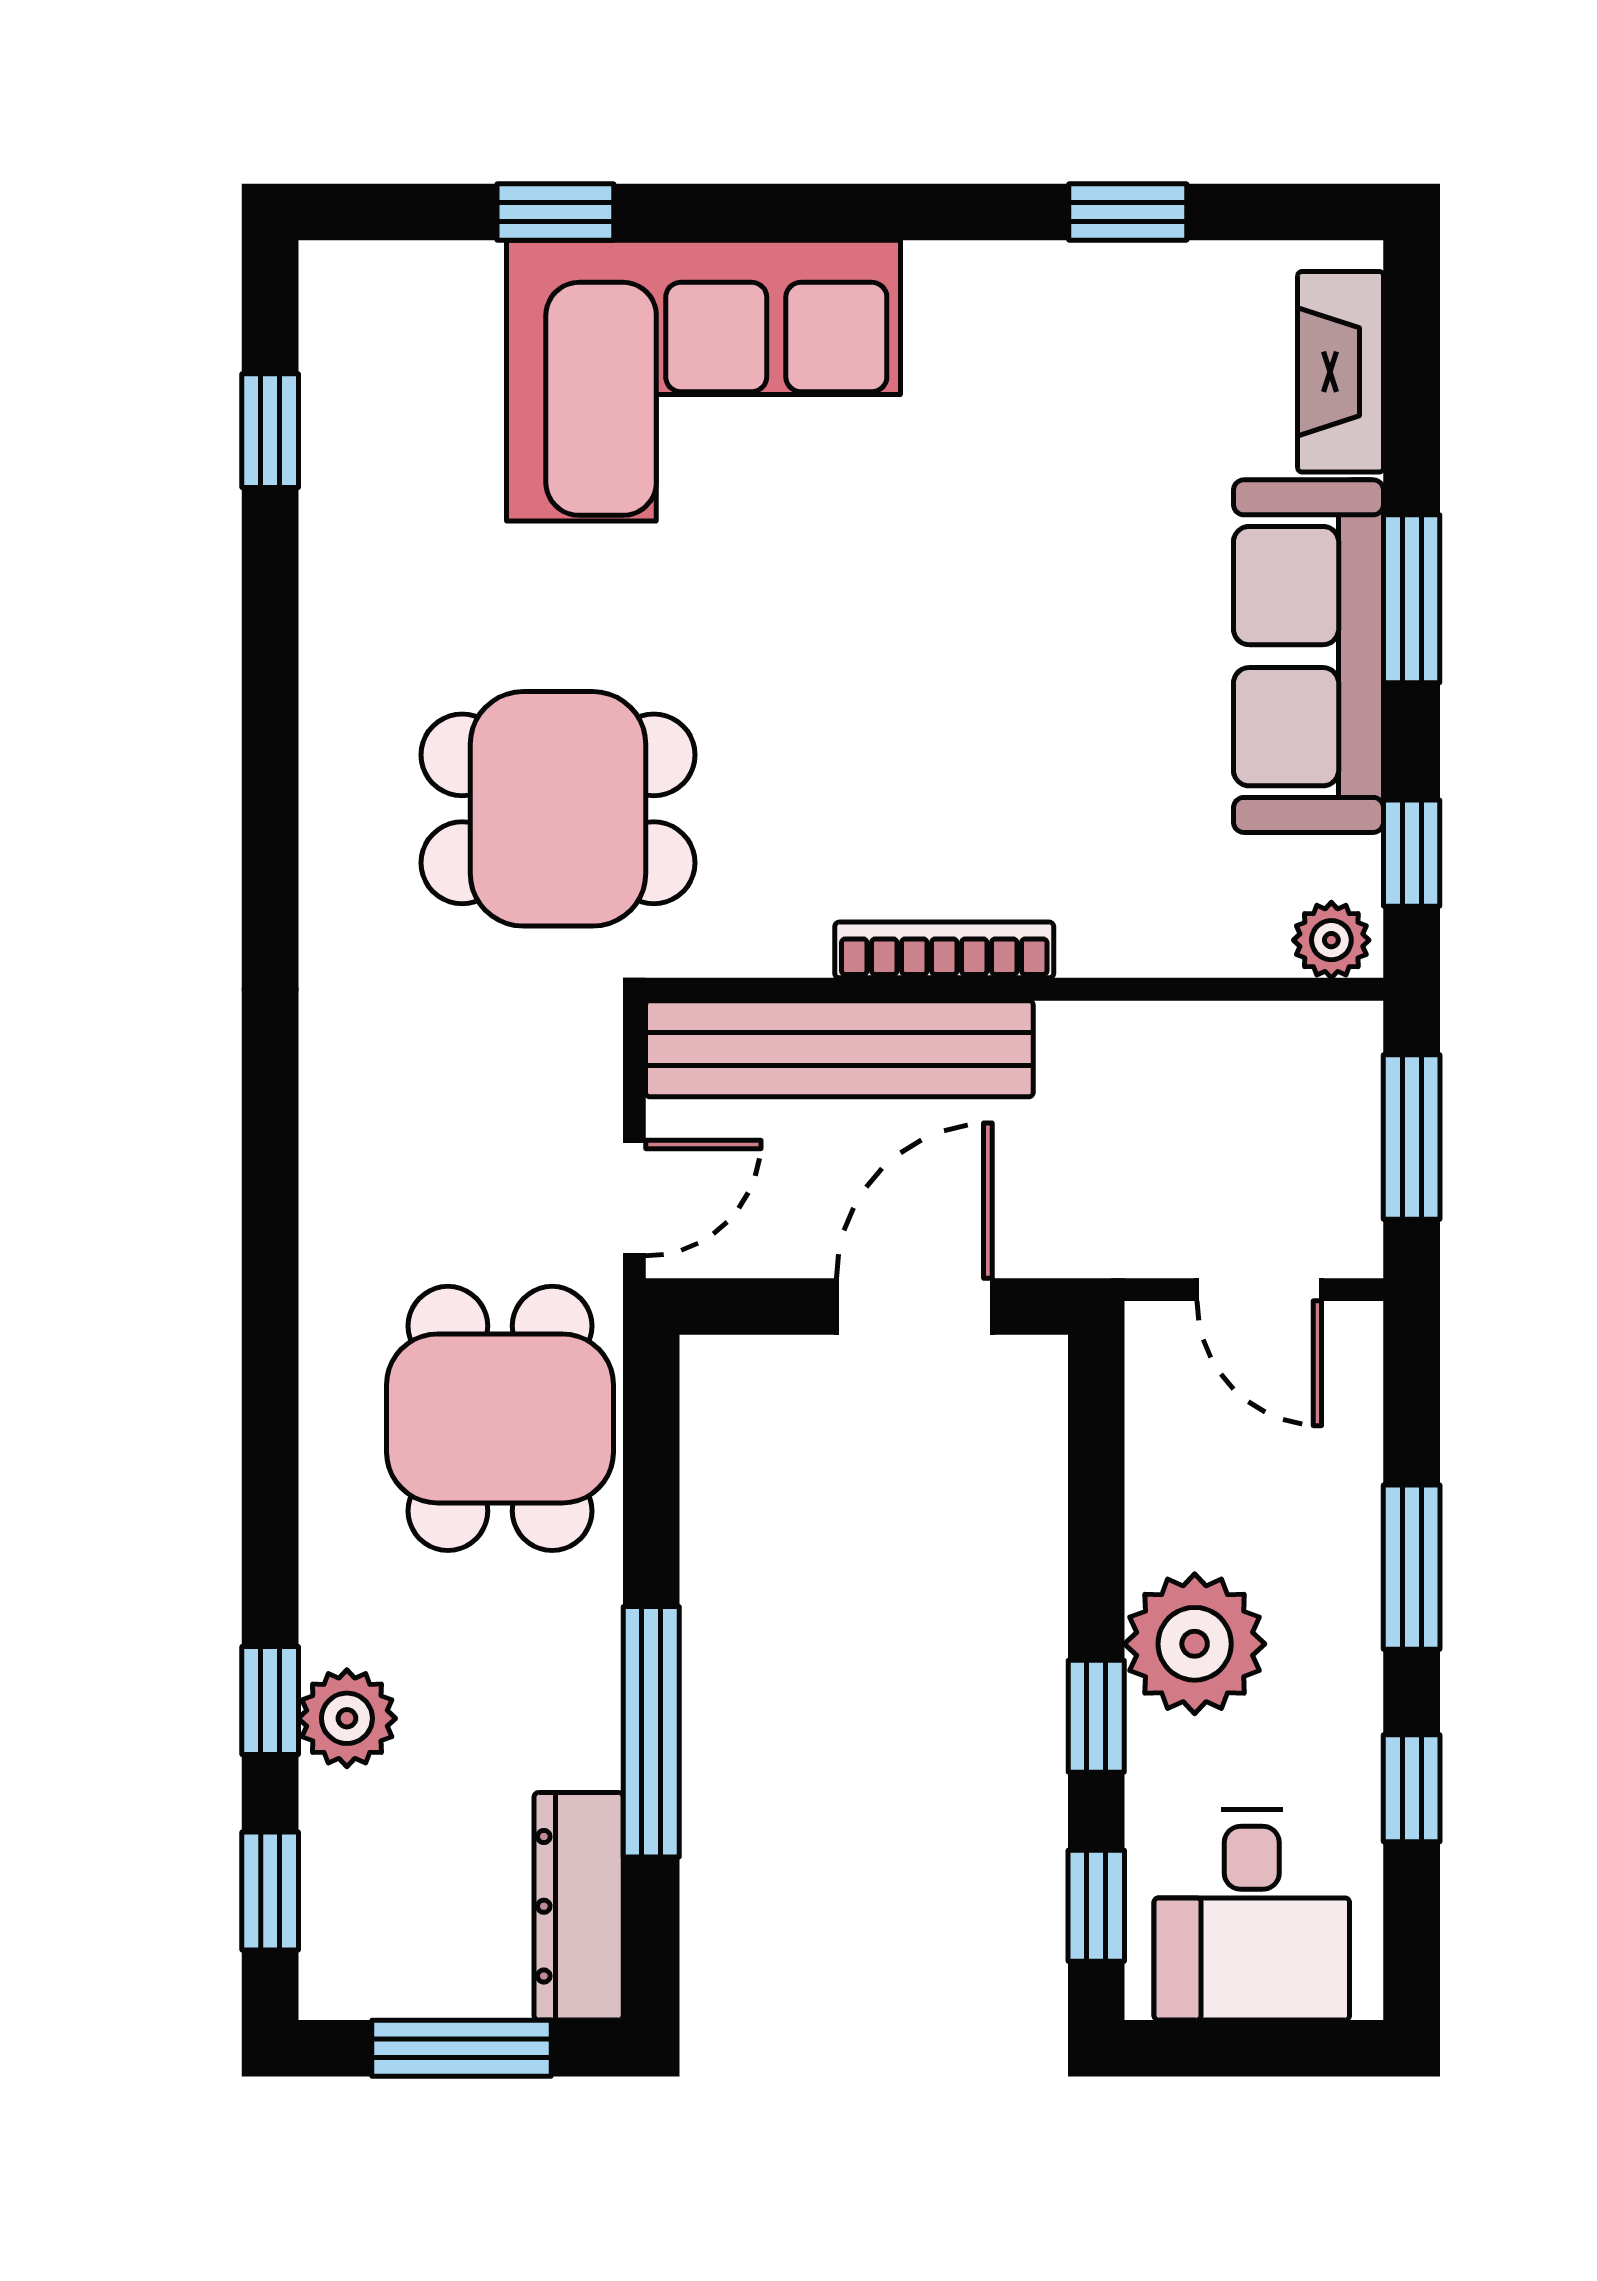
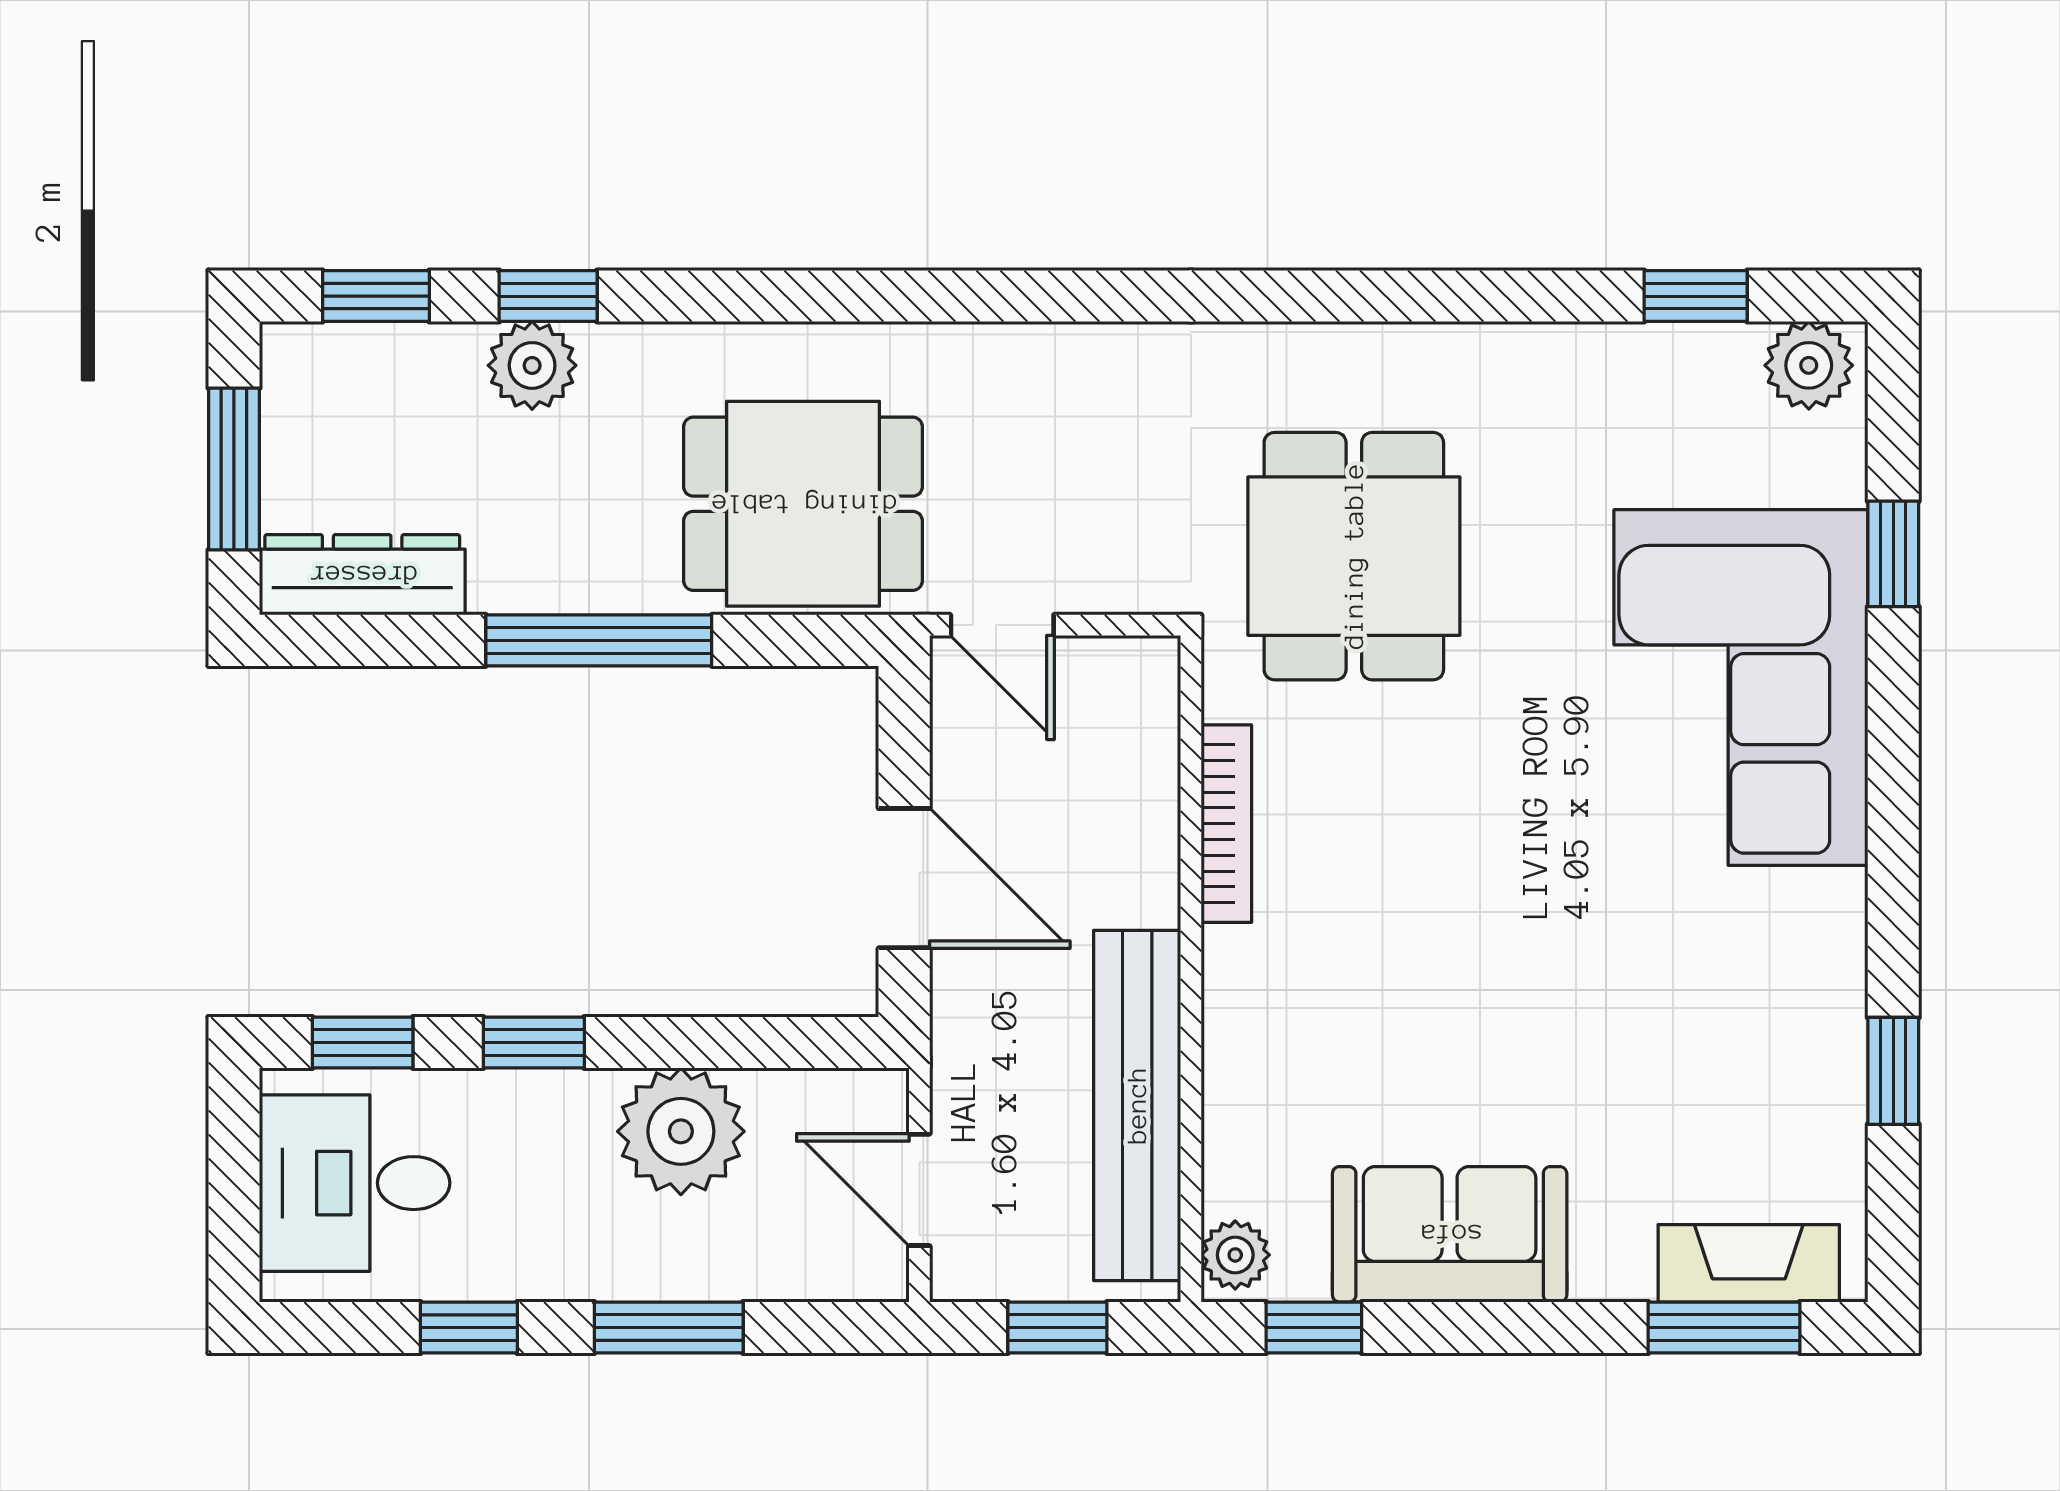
plant: (347, 305) -> (1809, 365), added
window: (1412, 599) -> (1724, 1328), moved
sofa: (1309, 656) -> (1450, 1234), width x0.73
bookcase: (944, 950) -> (1226, 824), moved
bench: (839, 1049) -> (1137, 1105), moved
window: (1412, 1137) -> (1057, 1328), width x0.67
door: (1259, 1290) -> (919, 1190), hinge flipped
plant: (1195, 1644) -> (681, 1131), moved
window: (651, 1732) -> (599, 640), moved

